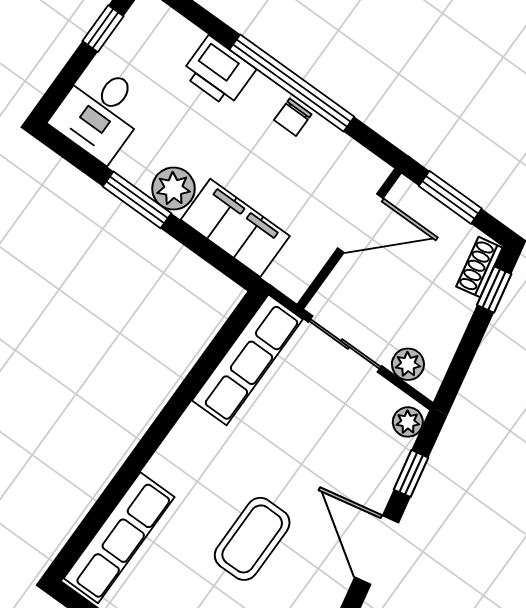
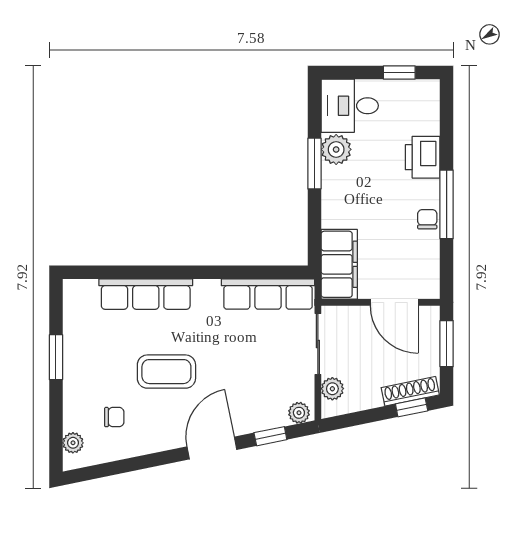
window: (292, 83) -> (447, 204), width x0.68
chair: (293, 117) -> (427, 219), turned 90
plant: (173, 189) -> (336, 149), moved
filing cabinet: (235, 228) -> (339, 264), moved
shoe rack: (479, 267) -> (410, 391), width x1.43
row of seats: (119, 538) -> (146, 294), moved

